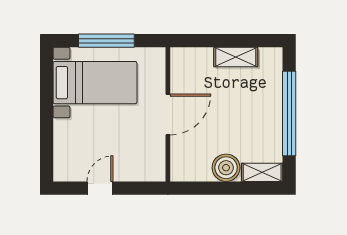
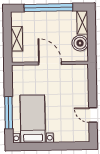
wall: (168, 114) -> (50, 63), moved
door: (168, 115) -> (50, 63), moved

